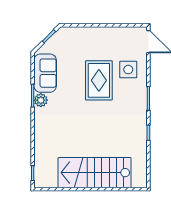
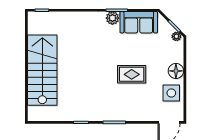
plant: (60, 34) -> (176, 36), added
floor lamp: (95, 35) -> (176, 71), added
side table: (128, 70) -> (171, 93), moved
rug: (99, 80) -> (132, 74), width x0.73, depth x0.70

